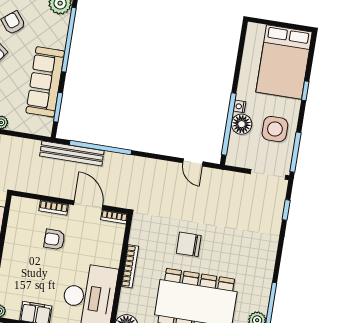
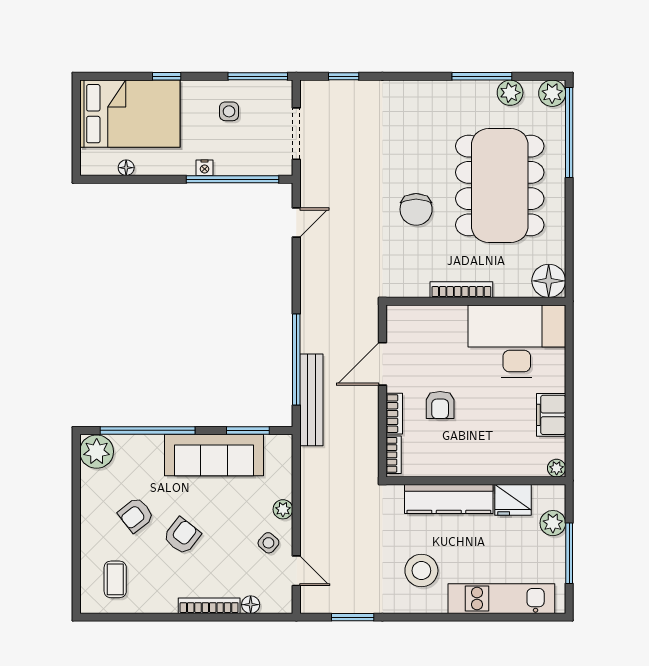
floor lamp: (242, 124) -> (126, 168), moved, width x0.53, depth x0.53
side table: (275, 129) -> (229, 111), width x0.54, depth x0.54
doorway: (268, 174) -> (296, 134), moved
bookcase: (114, 217) -> (394, 455), moved

